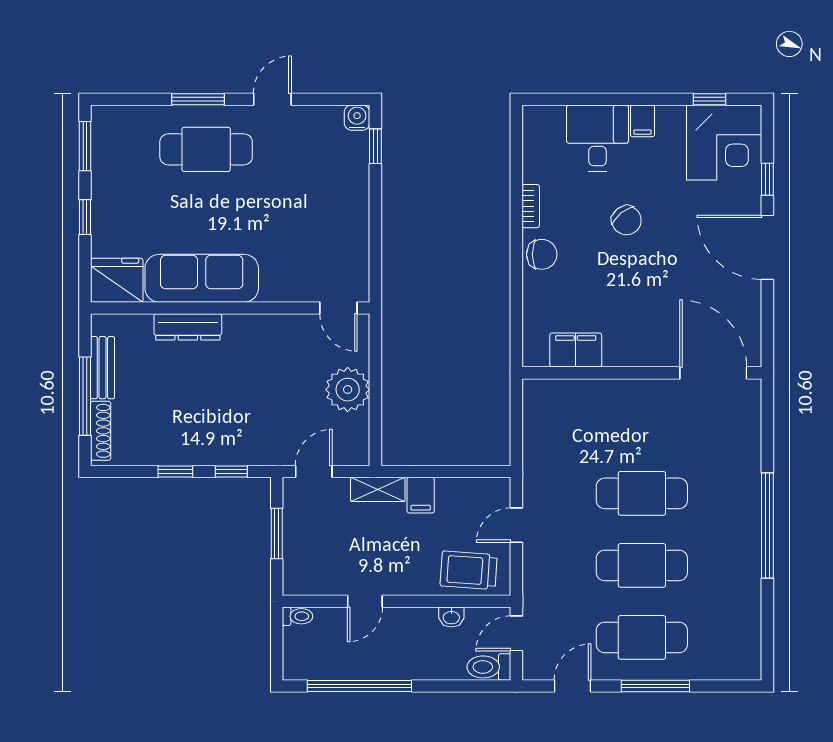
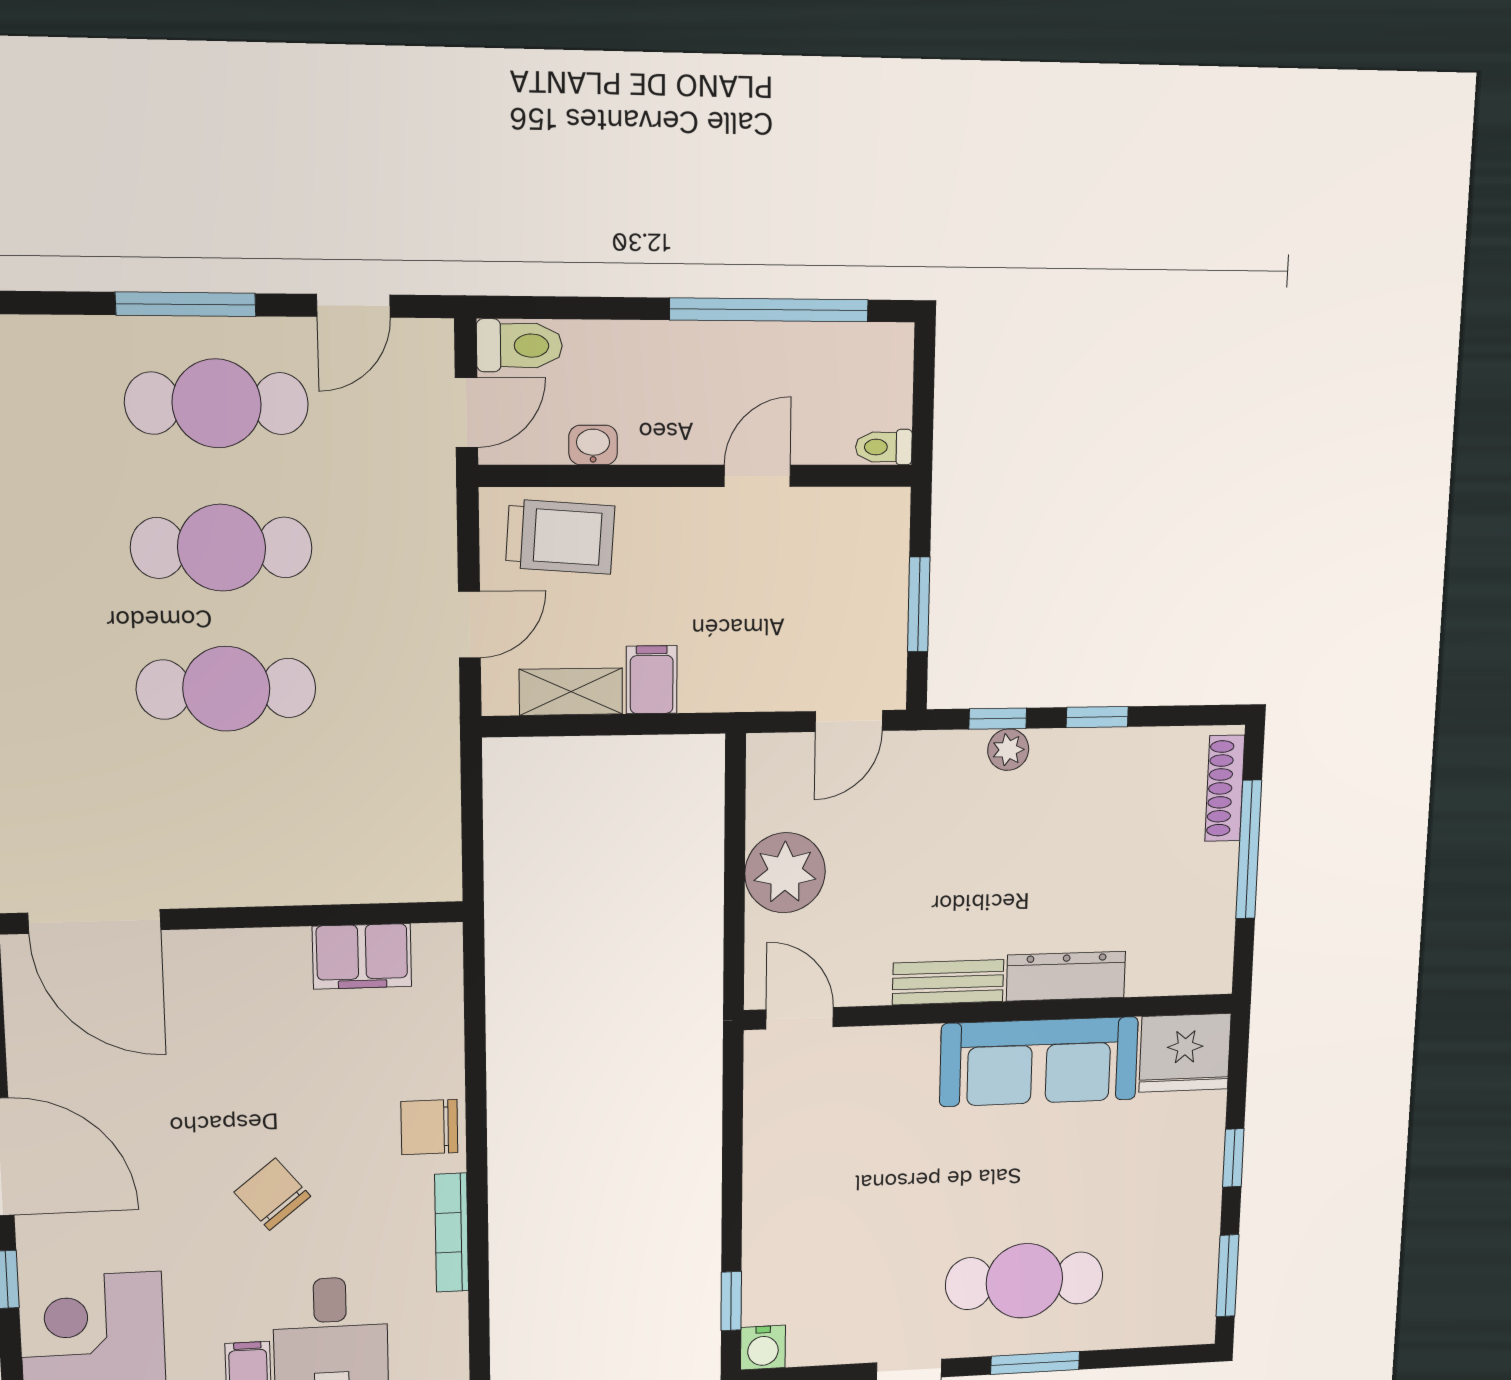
bookcase: (531, 206) -> (452, 1233), width x1.56
bench: (102, 368) -> (948, 982), moved, turned 90
plant: (225, 455) -> (1008, 750), added
shelving: (378, 489) -> (571, 692), moved

